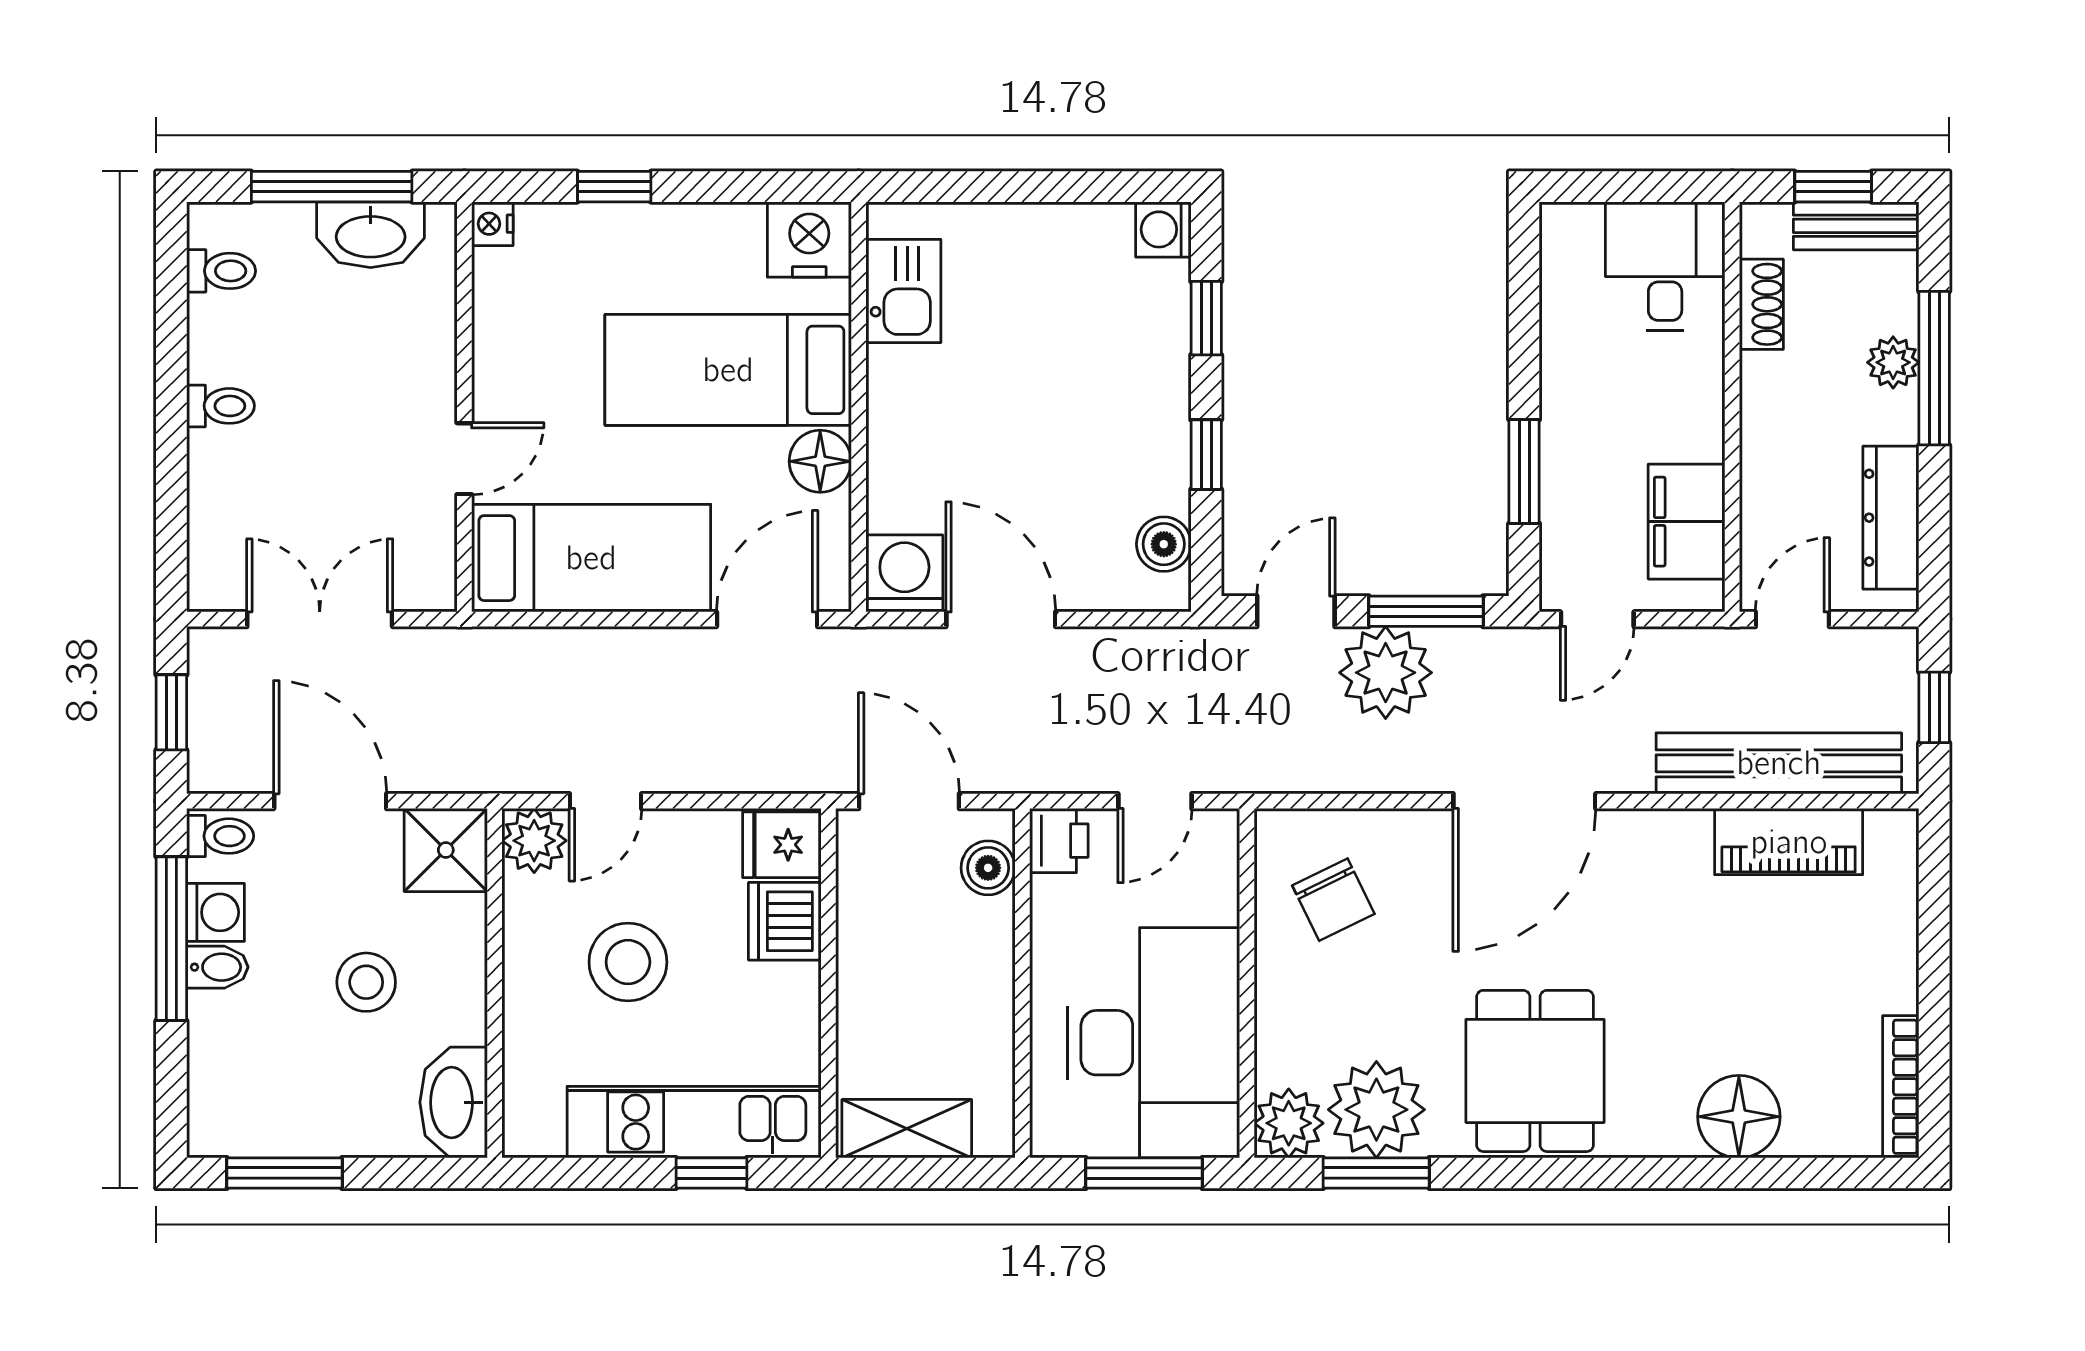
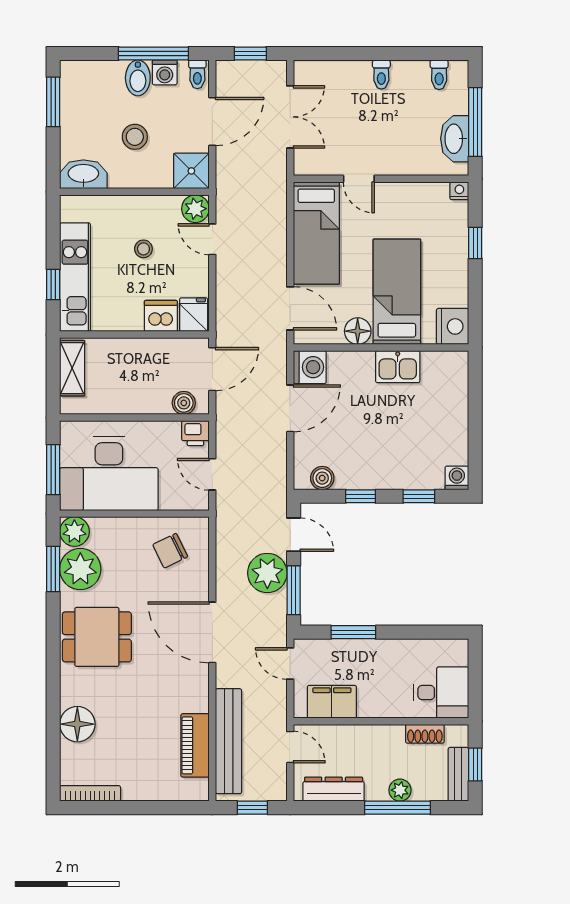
kitchen sink: (903, 291) -> (398, 367), moved
stool: (628, 962) -> (143, 249), width x0.53, depth x0.53
bidet: (217, 967) -> (138, 78), width x1.38, depth x1.36

